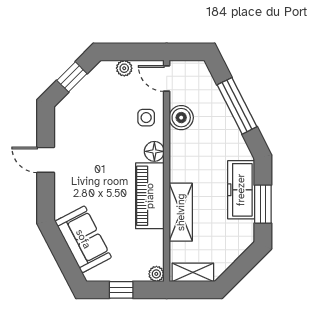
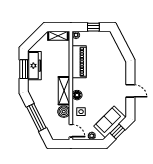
freezer: (241, 190) -> (34, 66), moved
piano: (150, 196) -> (79, 62), moved
shelving: (181, 212) -> (64, 91), moved
sofa: (83, 239) -> (110, 122), moved, turned 73

